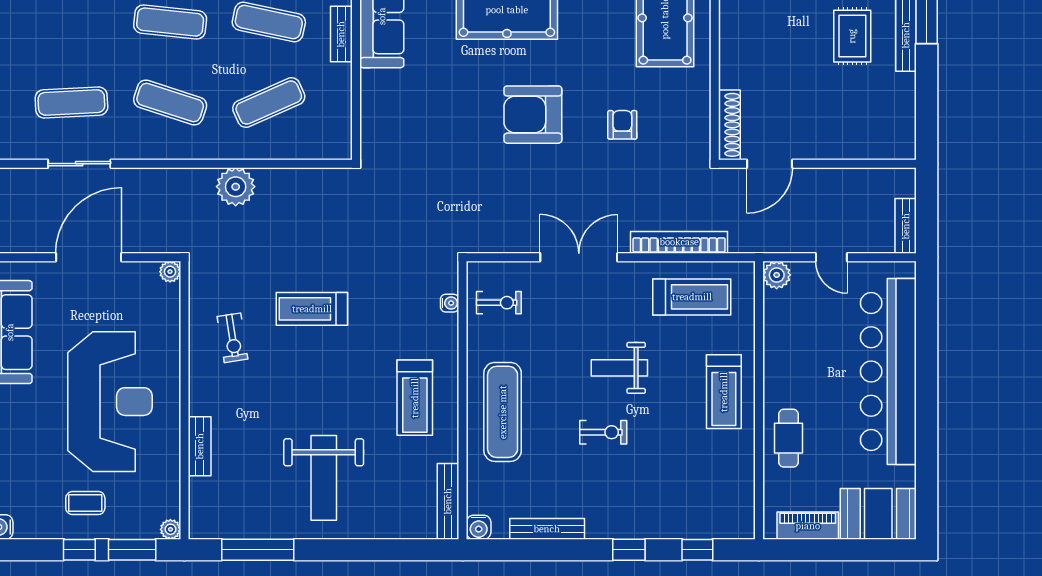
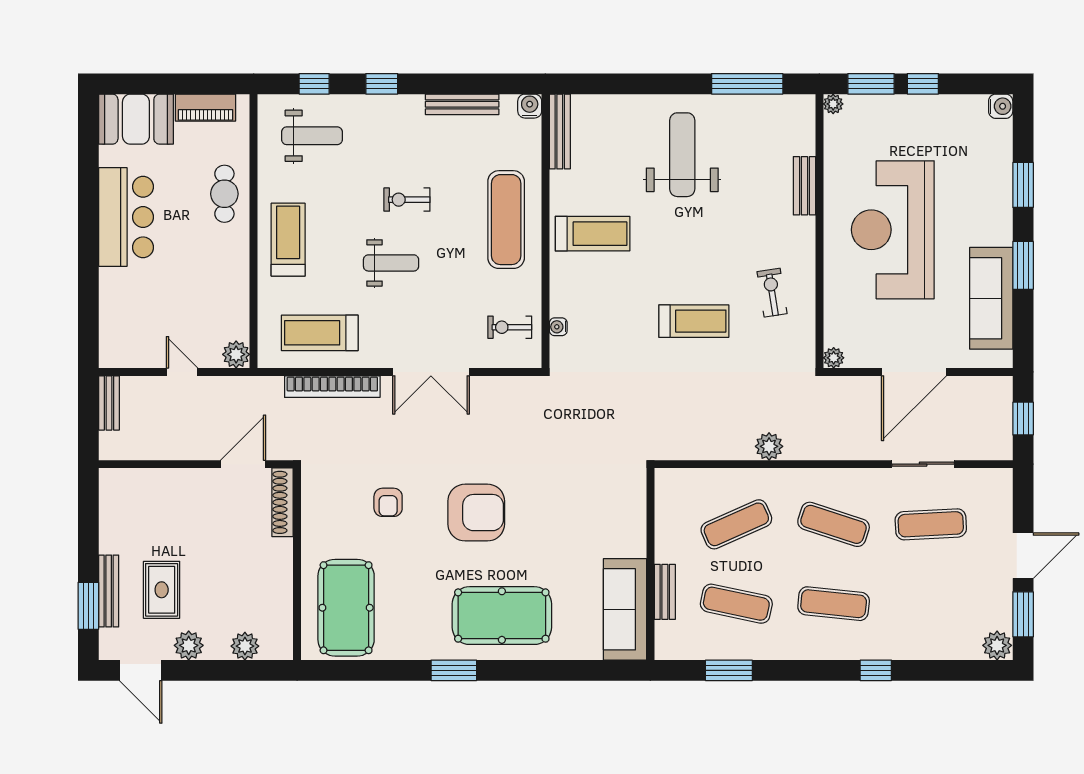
plant: (236, 187) -> (769, 446), width x0.73, depth x0.73
bar counter: (888, 371) -> (126, 217), width x0.54
treadmill: (415, 398) -> (593, 234), turned 90
weight bench: (700, 497) -> (312, 136), added
coffee table: (85, 503) -> (917, 130), removed

